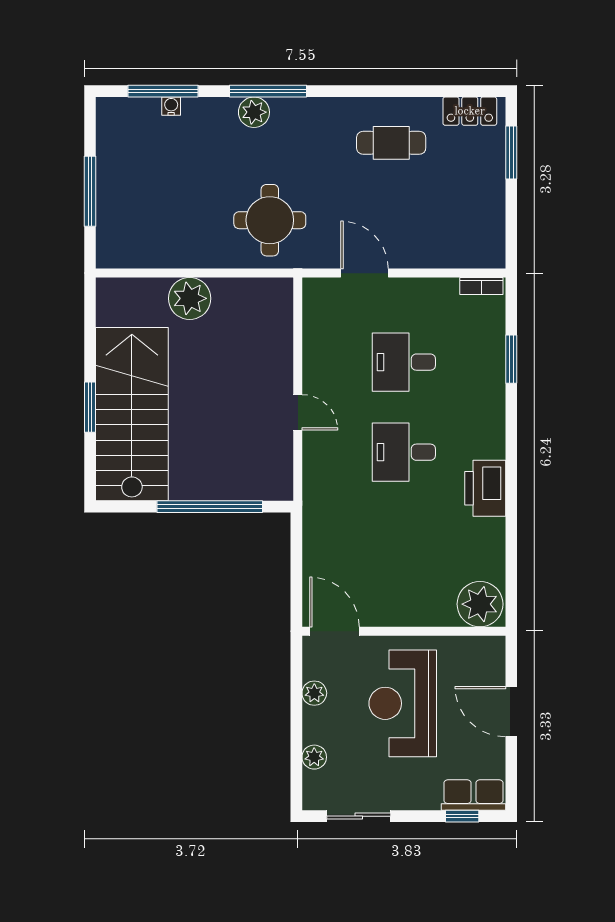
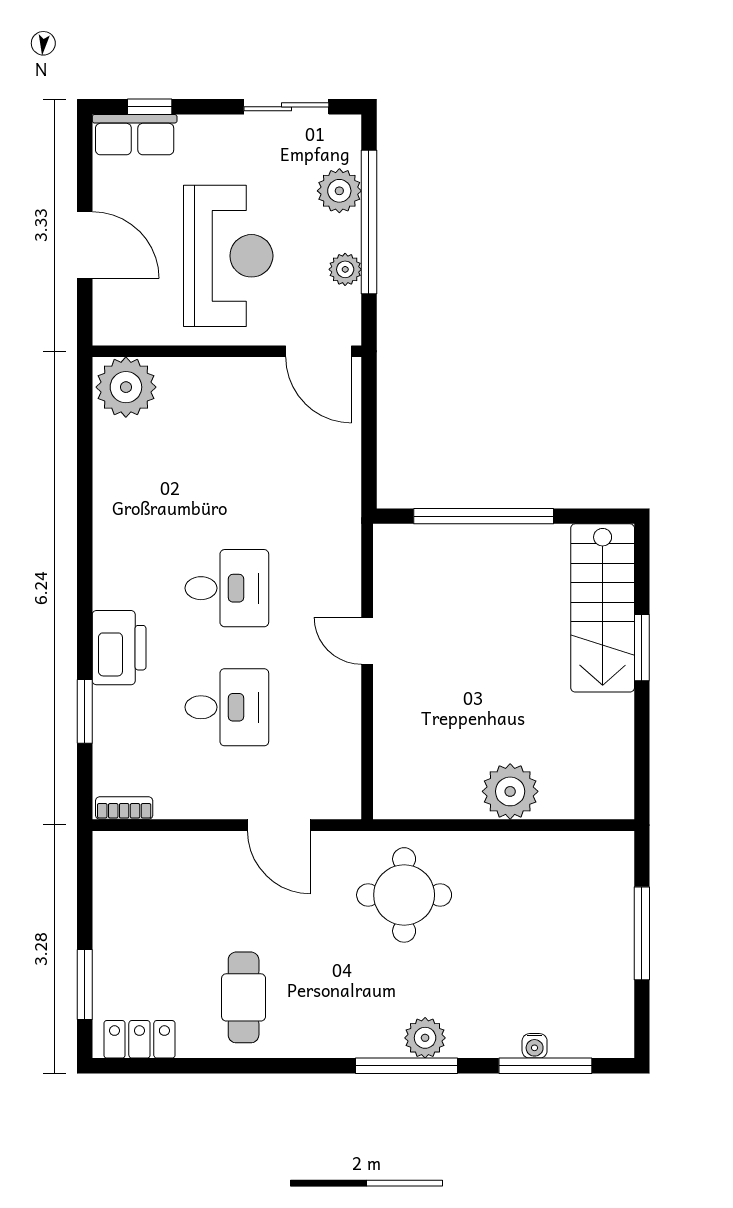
cafe table: (391, 143) -> (244, 997), turned 90
stairs: (132, 414) -> (603, 608), width x0.73, depth x0.66
printer: (485, 488) -> (119, 648), moved
window: (296, 729) -> (369, 222), added
plant: (314, 757) -> (339, 191), width x1.38, depth x1.38

